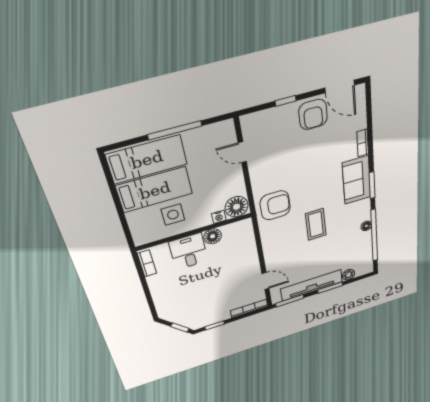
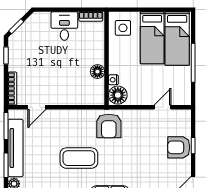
armchair: (313, 114) -> (179, 147), moved
side table: (173, 215) -> (123, 28), moved
coffee table: (316, 224) -> (79, 158), width x1.36, depth x1.32
desk: (189, 251) -> (64, 26), moved, turned -90

